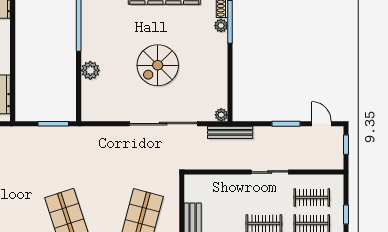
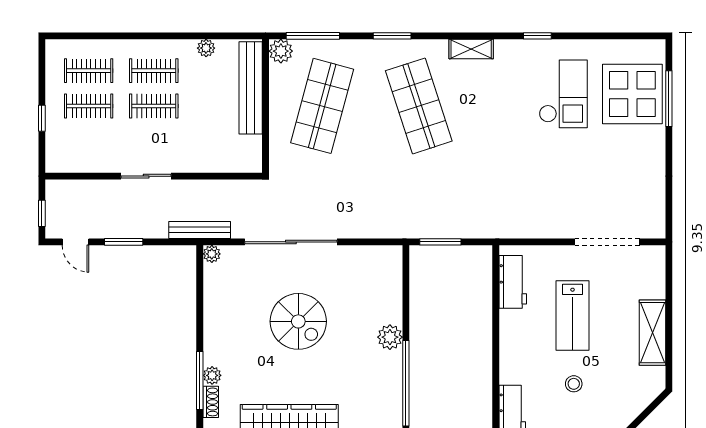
spiral stairs: (158, 65) -> (298, 321), turned 90
plant: (90, 70) -> (390, 337), moved
clothes rail: (312, 198) -> (89, 141), removed

